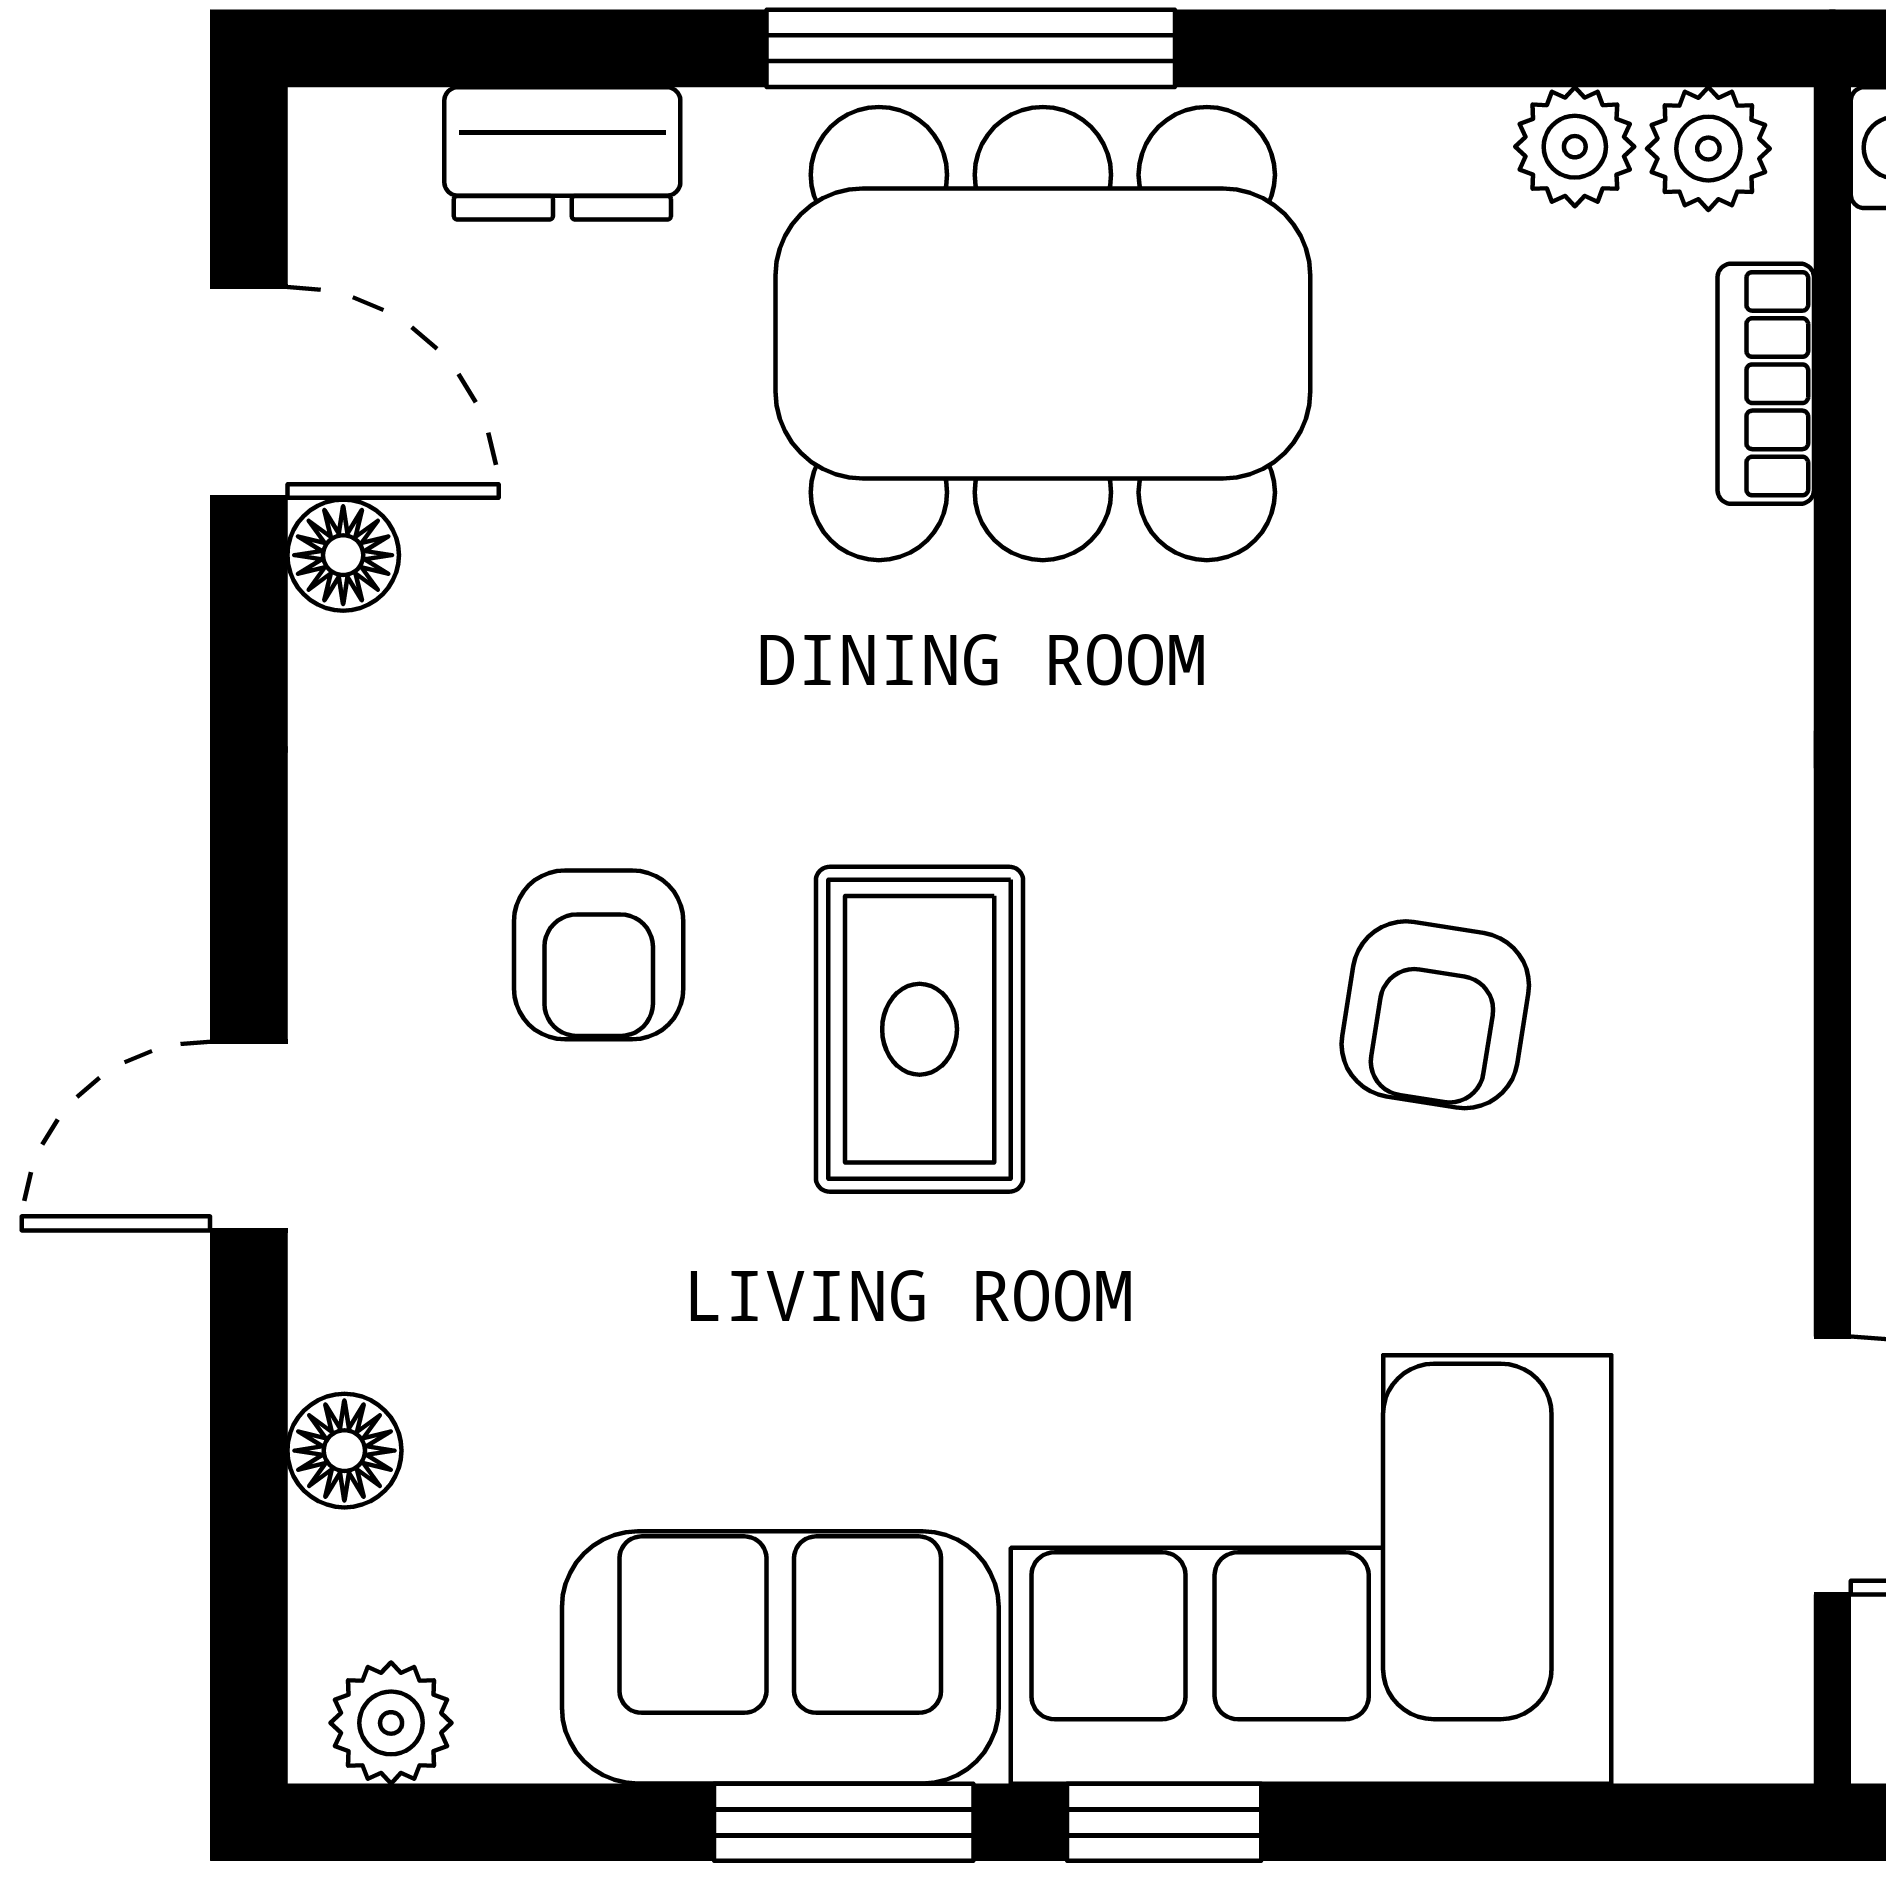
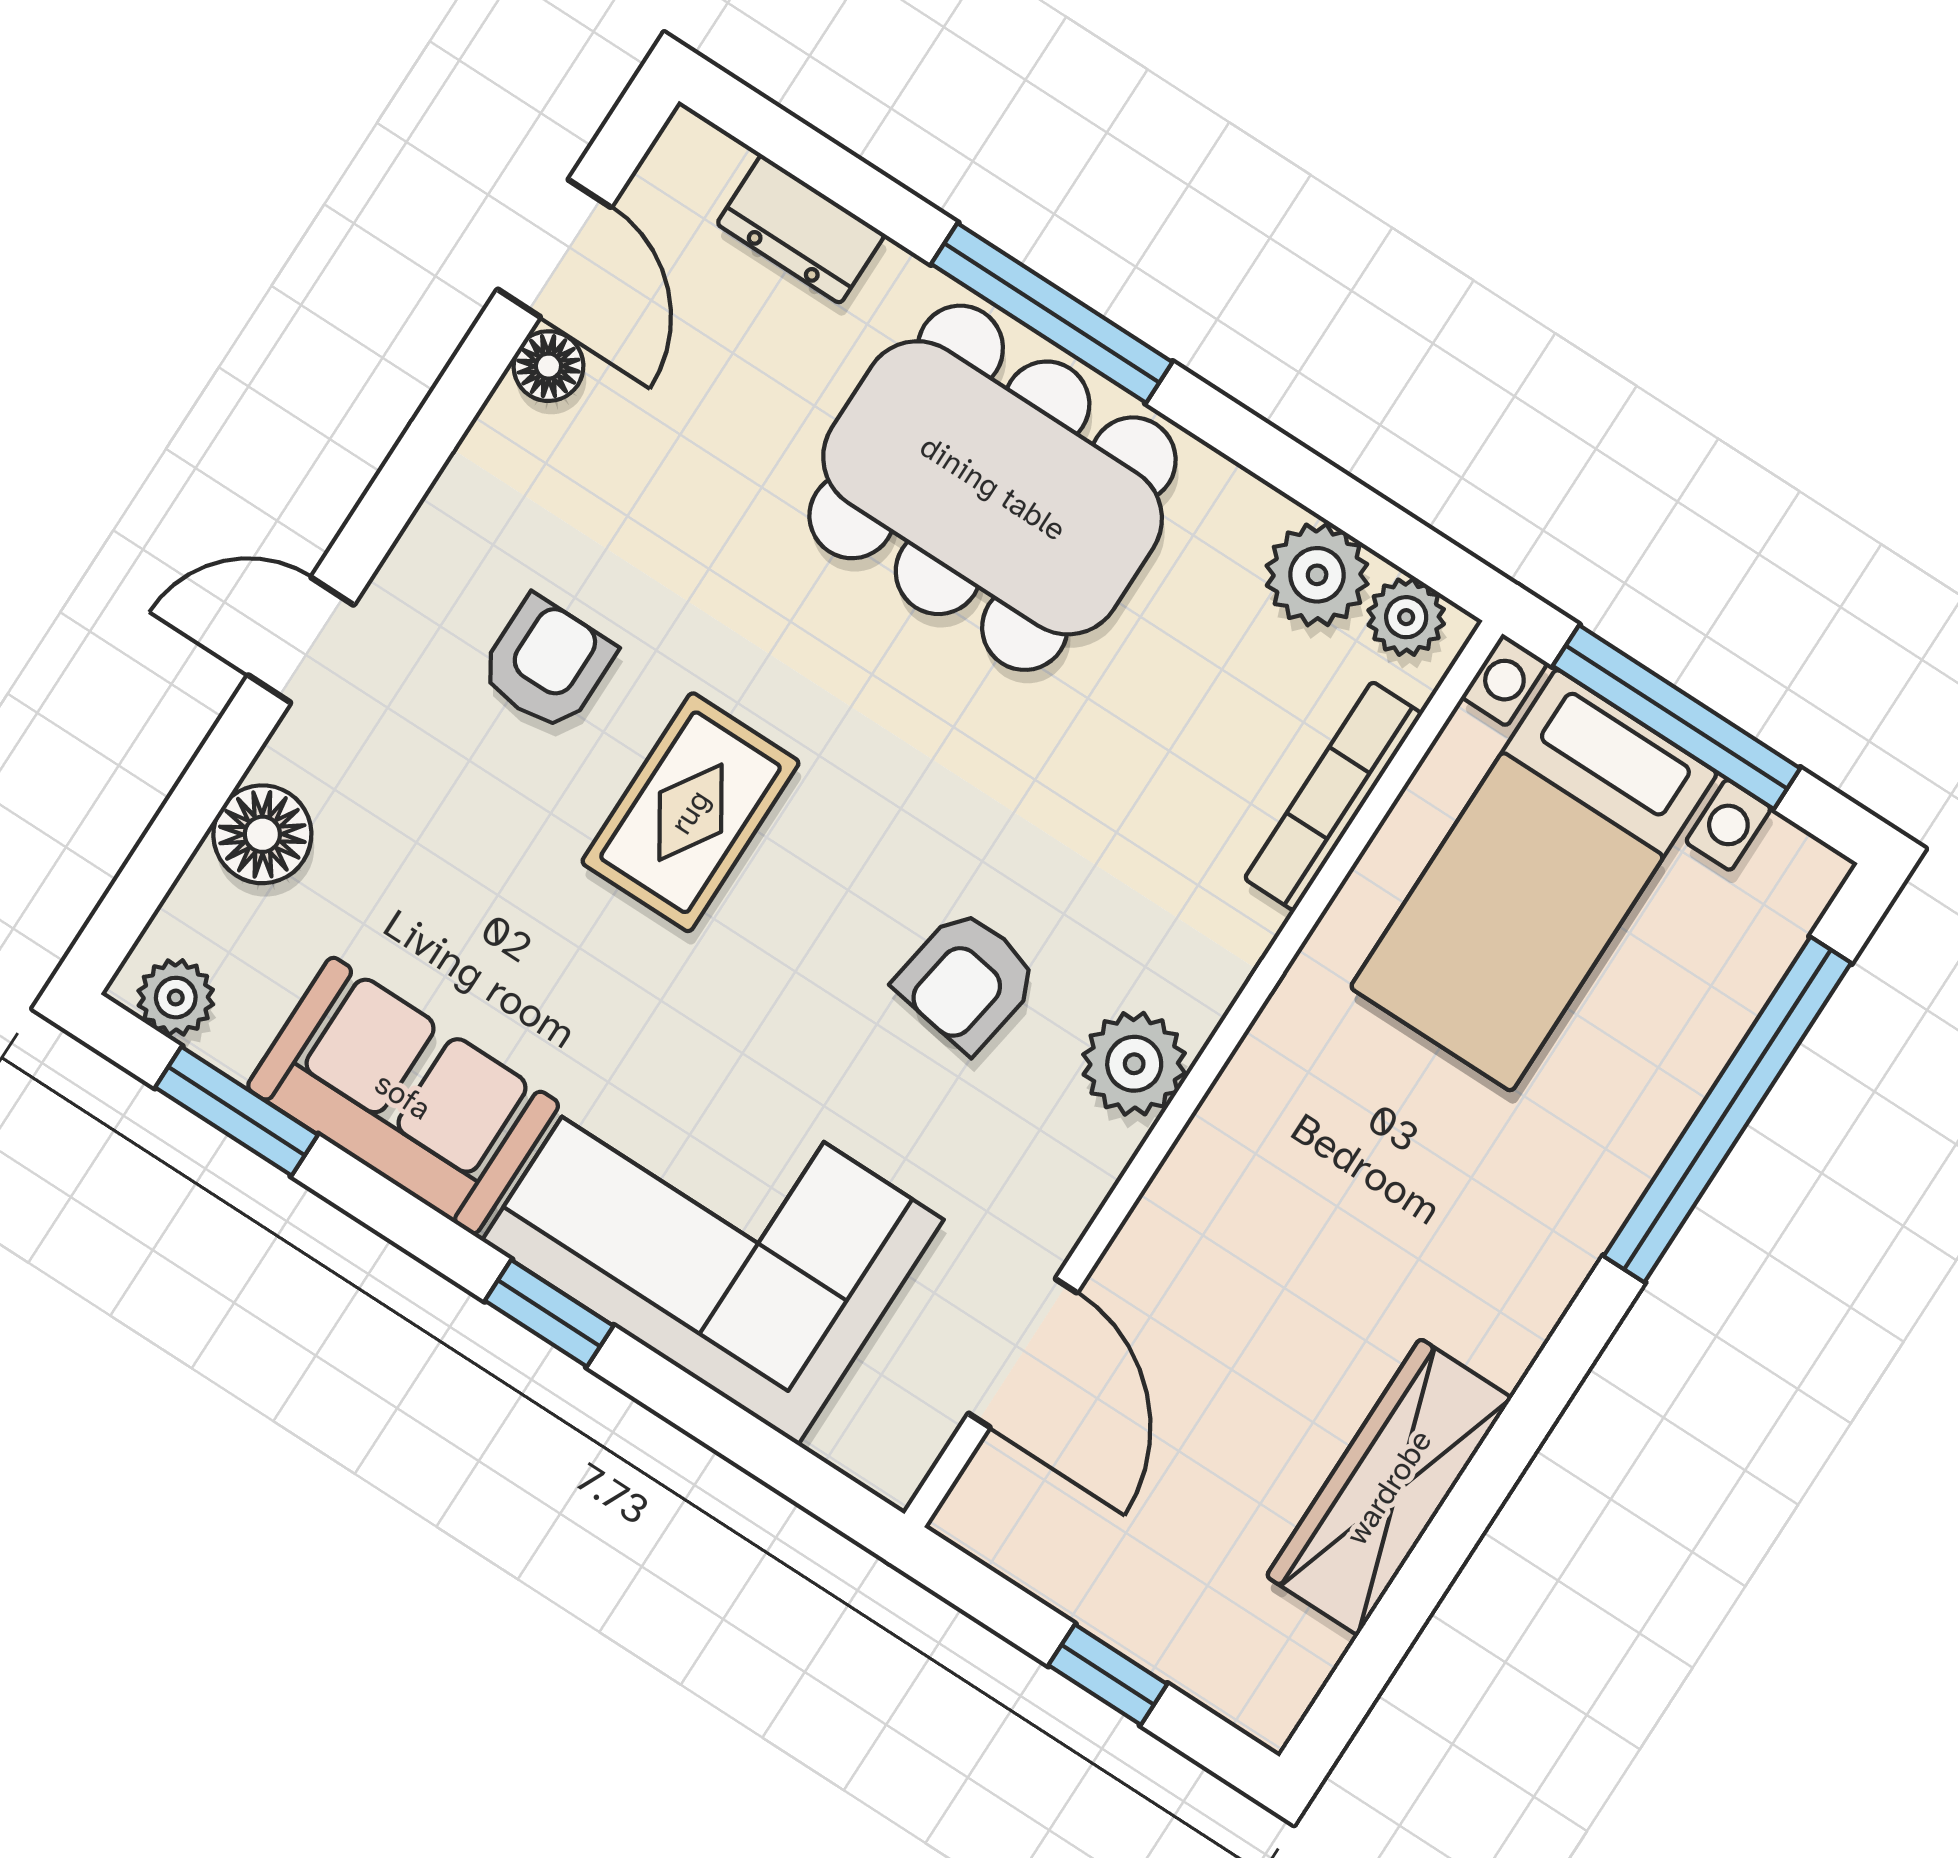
plant: (1575, 147) -> (1317, 575), width x1.38, depth x1.38
bookcase: (1766, 384) -> (1333, 796), width x1.56
armchair: (599, 955) -> (547, 664), turned 180
plant: (1731, 982) -> (1134, 1064), added
floor lamp: (344, 1451) -> (262, 834), width x1.37, depth x1.37
window: (844, 1822) -> (237, 1111), moved

